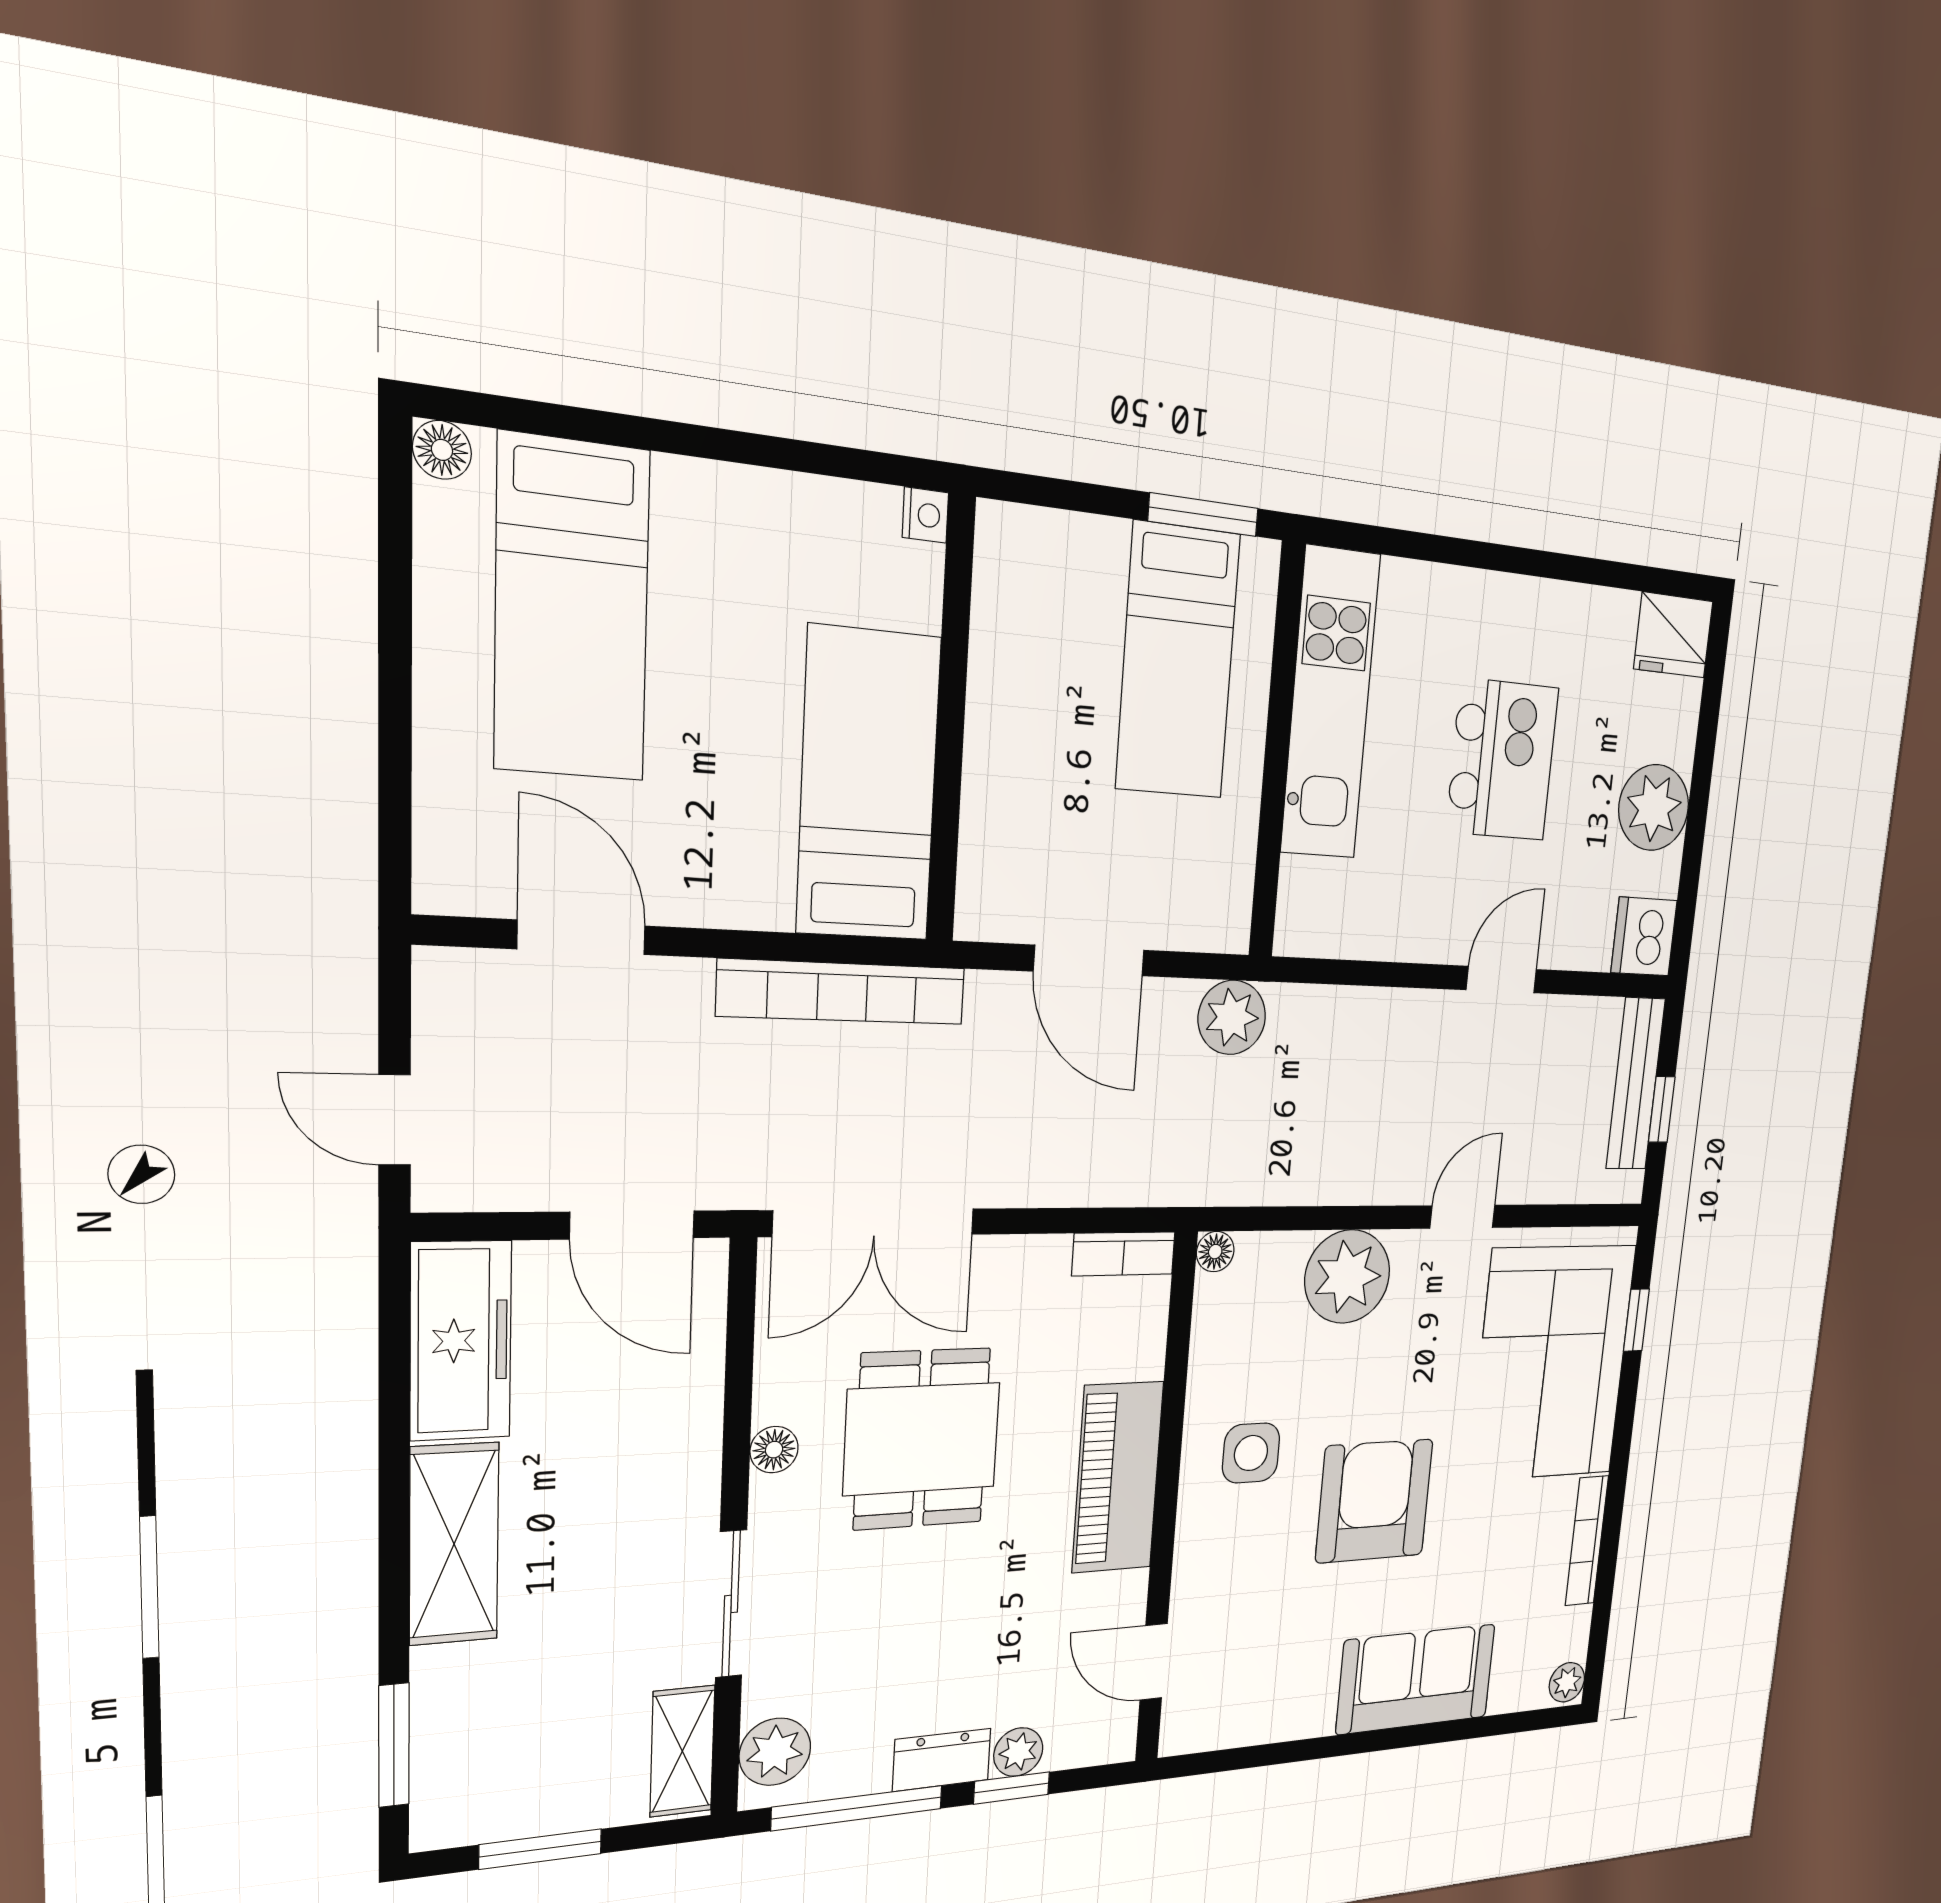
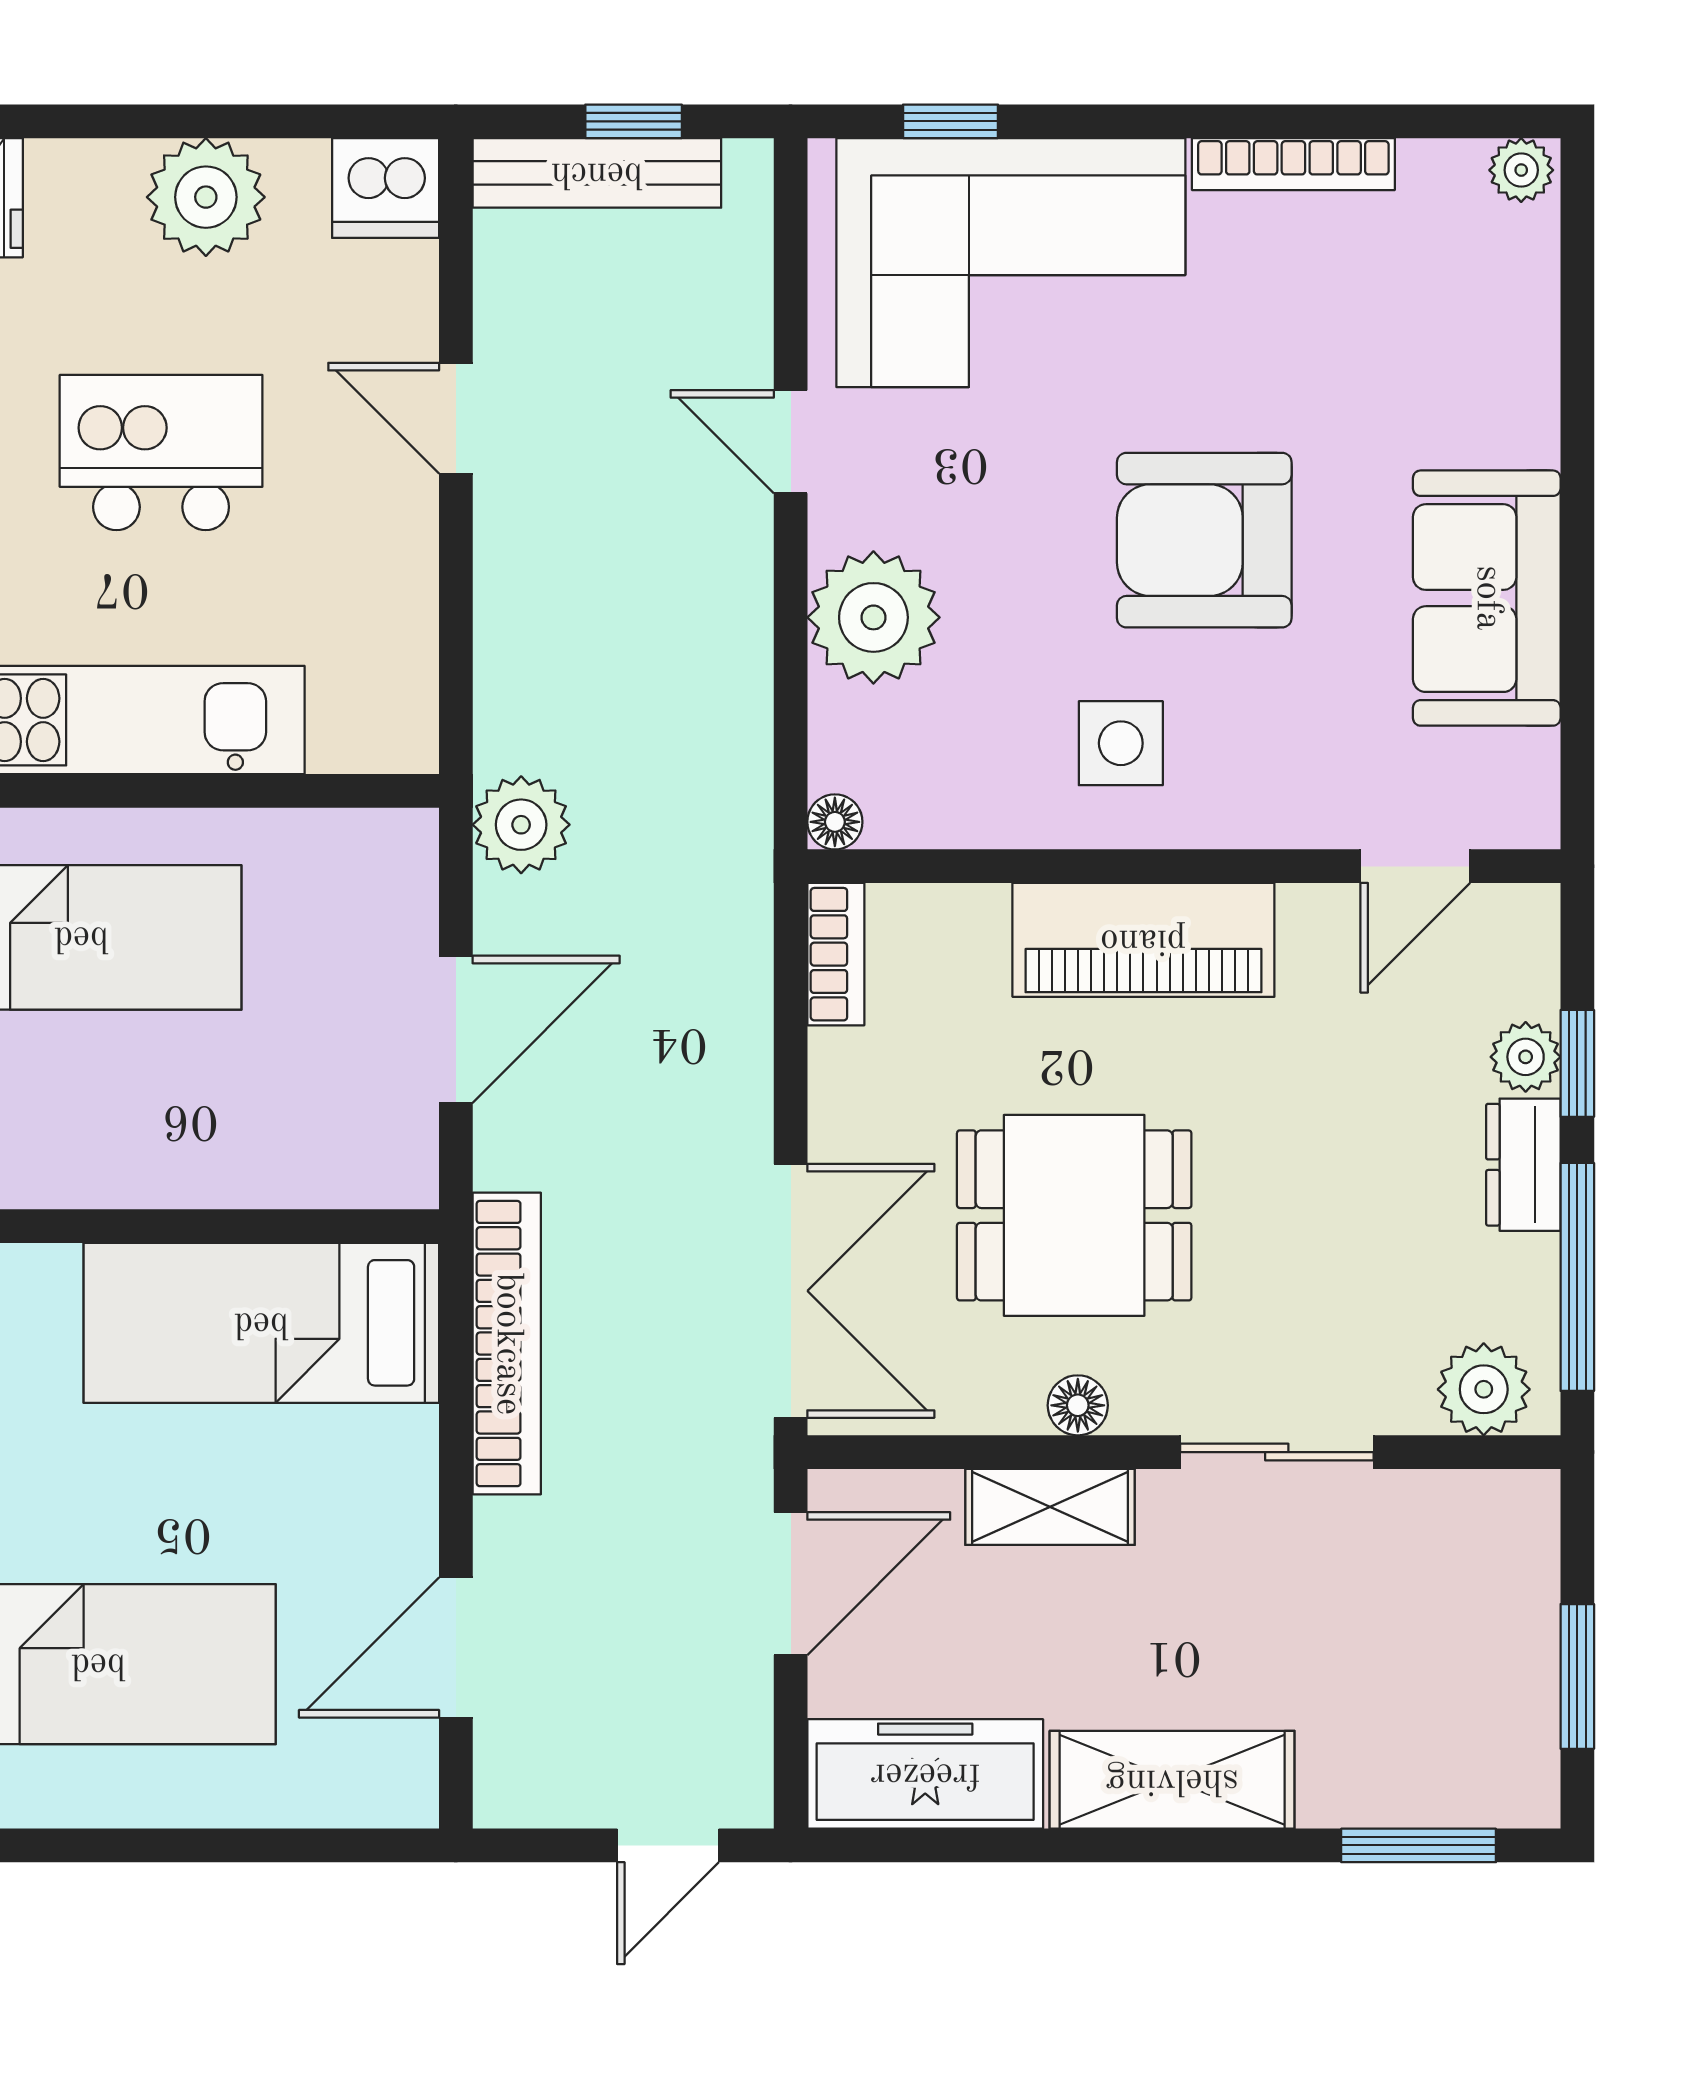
sofa: (1416, 1679) -> (1487, 598), moved
shelving: (682, 1751) -> (1050, 1507), moved

